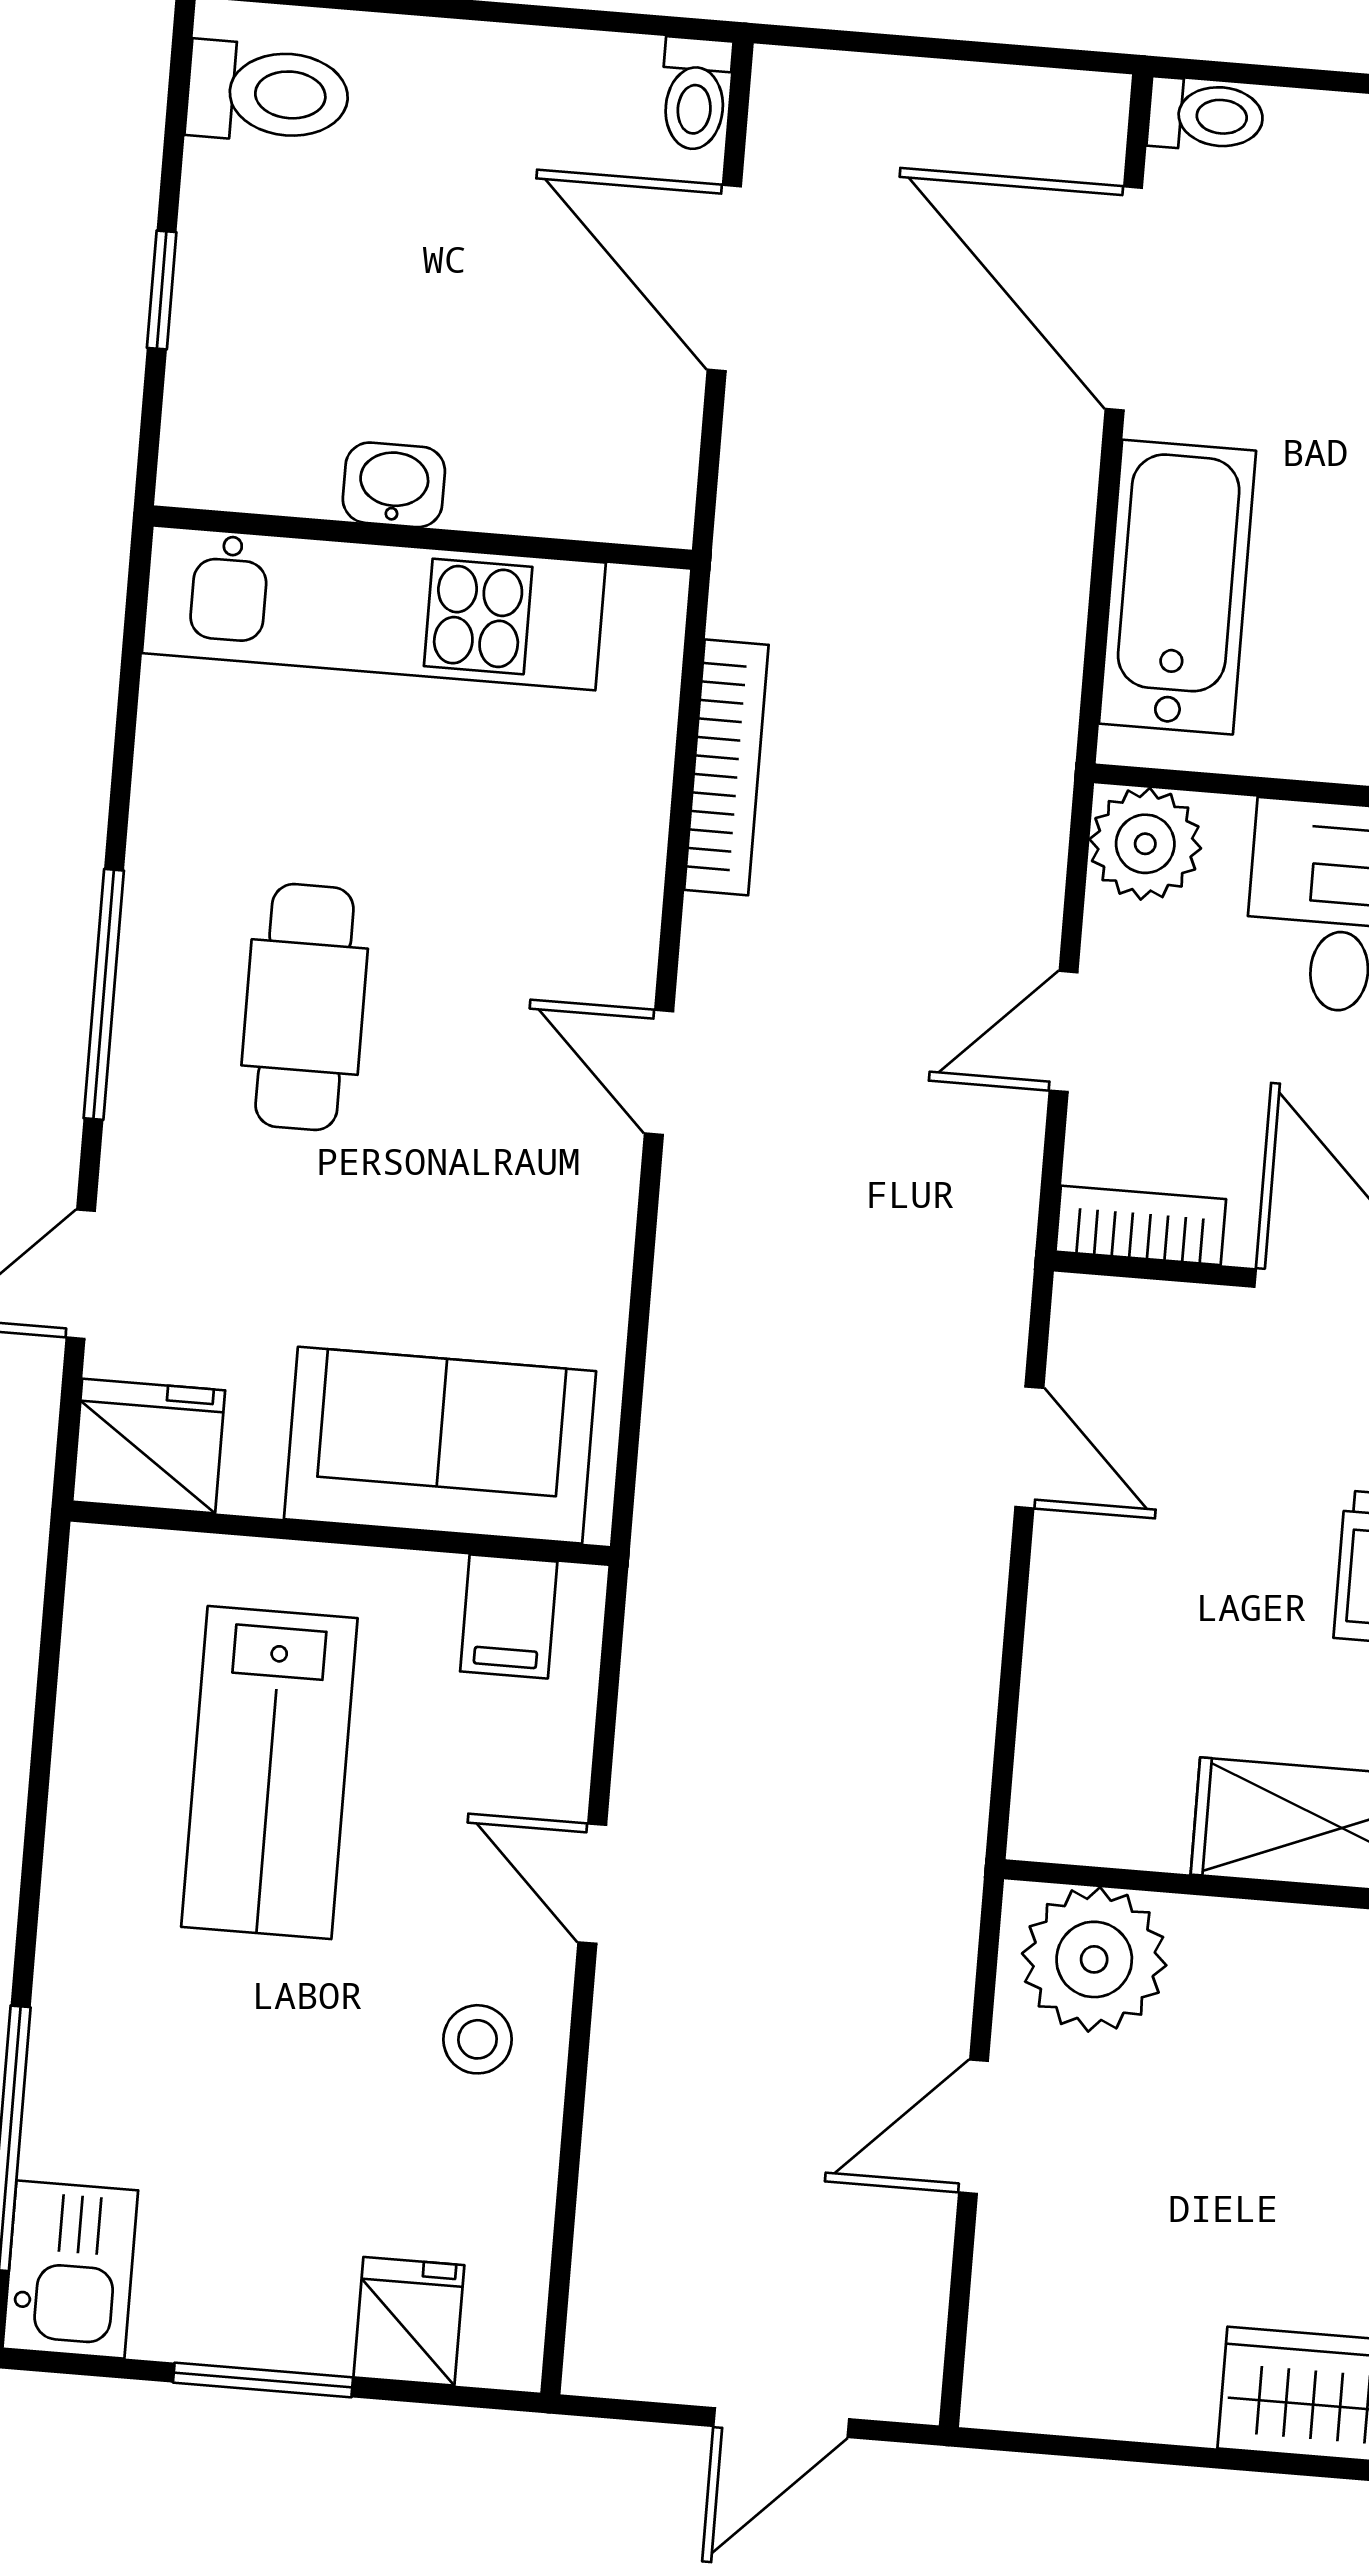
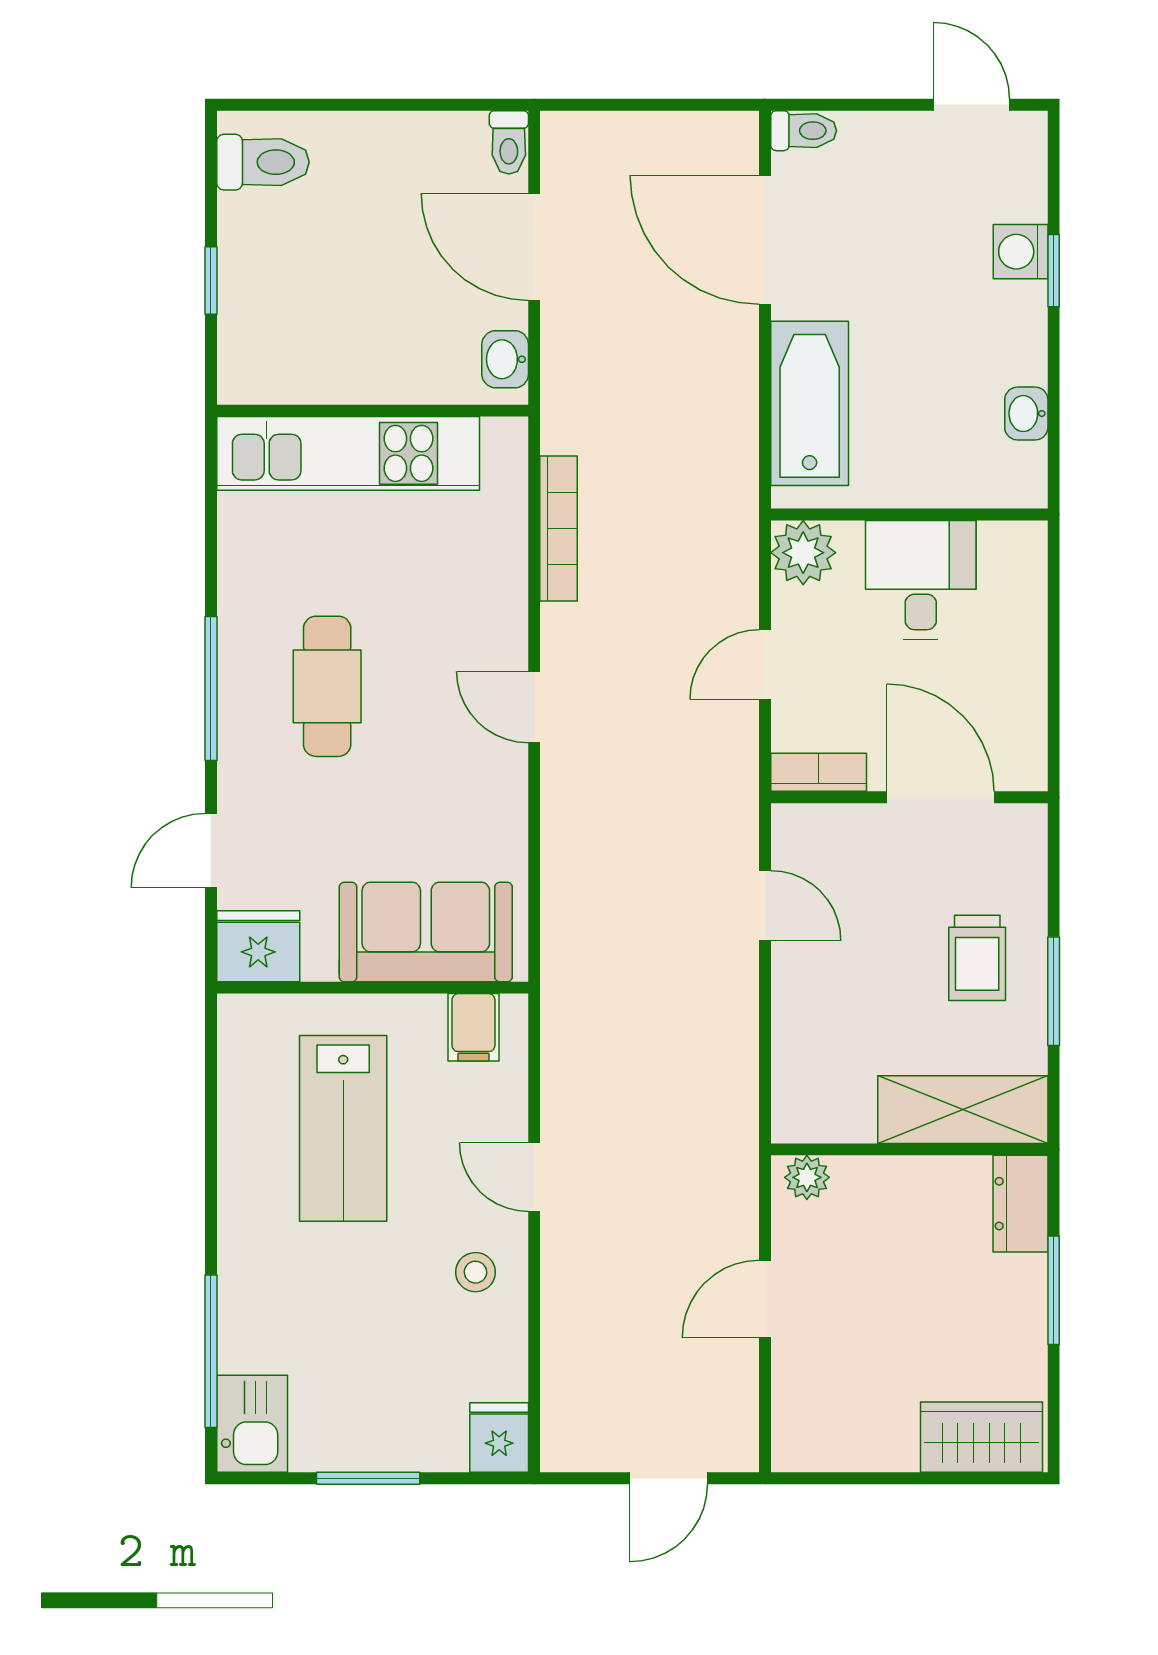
washbasin: (394, 485) -> (505, 359), moved, turned -90
plant: (1094, 1959) -> (807, 1177), width x0.53, depth x0.53
fridge: (409, 2321) -> (499, 1438), moved

